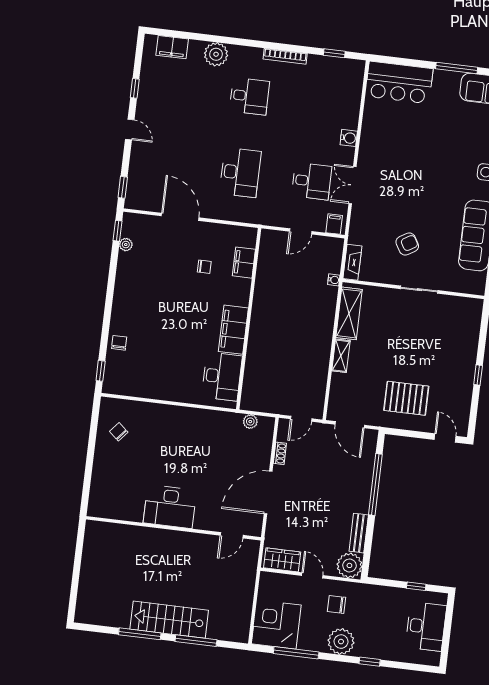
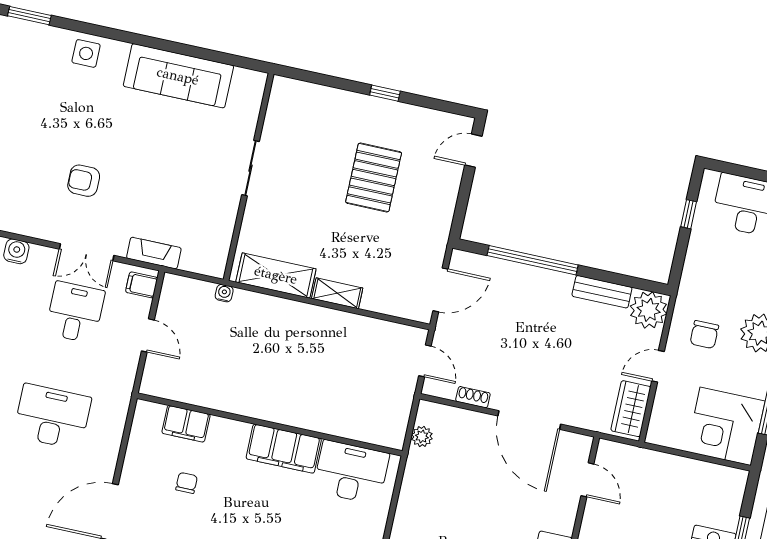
armchair: (407, 244) -> (84, 181), moved, turned -58
fireplace: (352, 262) -> (154, 253), moved
pallet: (406, 398) -> (374, 178), moved

